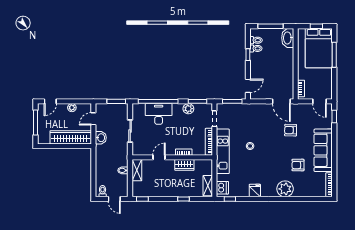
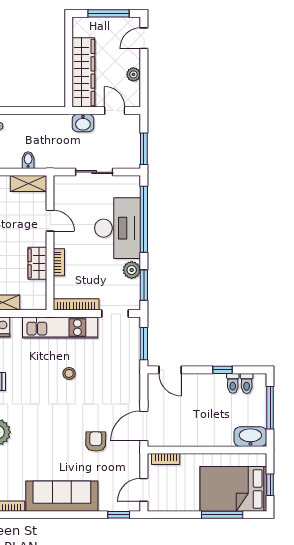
door: (50, 101) -> (144, 38), hinge flipped
desk: (159, 114) -> (118, 228), width x1.36, depth x1.30
armchair: (298, 165) -> (37, 454), removed

